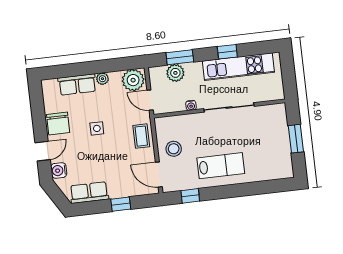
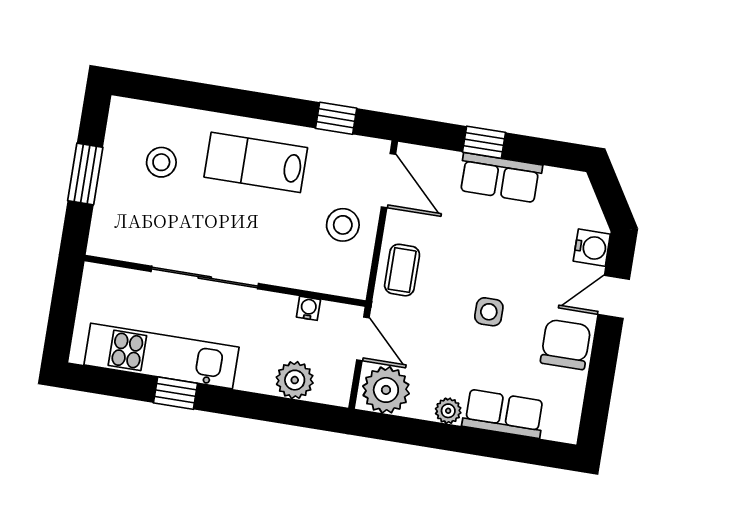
window: (180, 57) -> (277, 409), removed
water cooler: (191, 105) -> (308, 308), moved
stool: (263, 154) -> (161, 162), added
row of seats: (89, 193) -> (500, 178), moved

